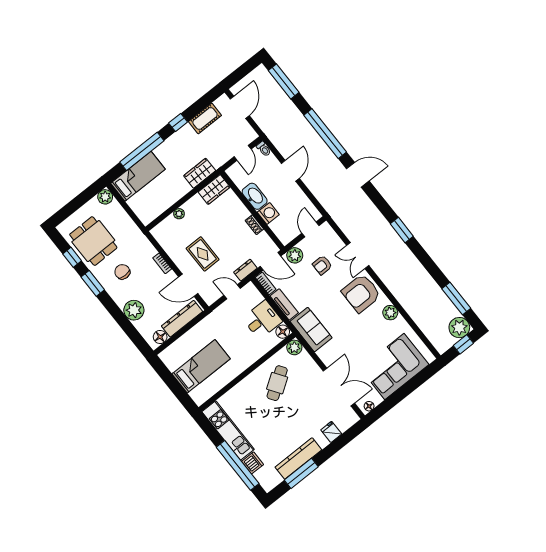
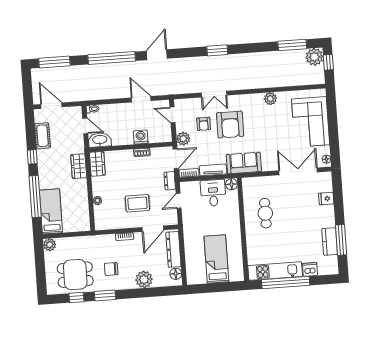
door: (290, 171) -> (141, 99), moved
washbasin: (255, 196) -> (100, 140), moved
armchair: (361, 293) -> (230, 125), moved
plant: (294, 347) -> (248, 184), removed
cafe table: (277, 383) -> (265, 213), turned 34
kitchen counter: (298, 458) -> (330, 241), width x0.67
window: (238, 465) -> (286, 283), moved

